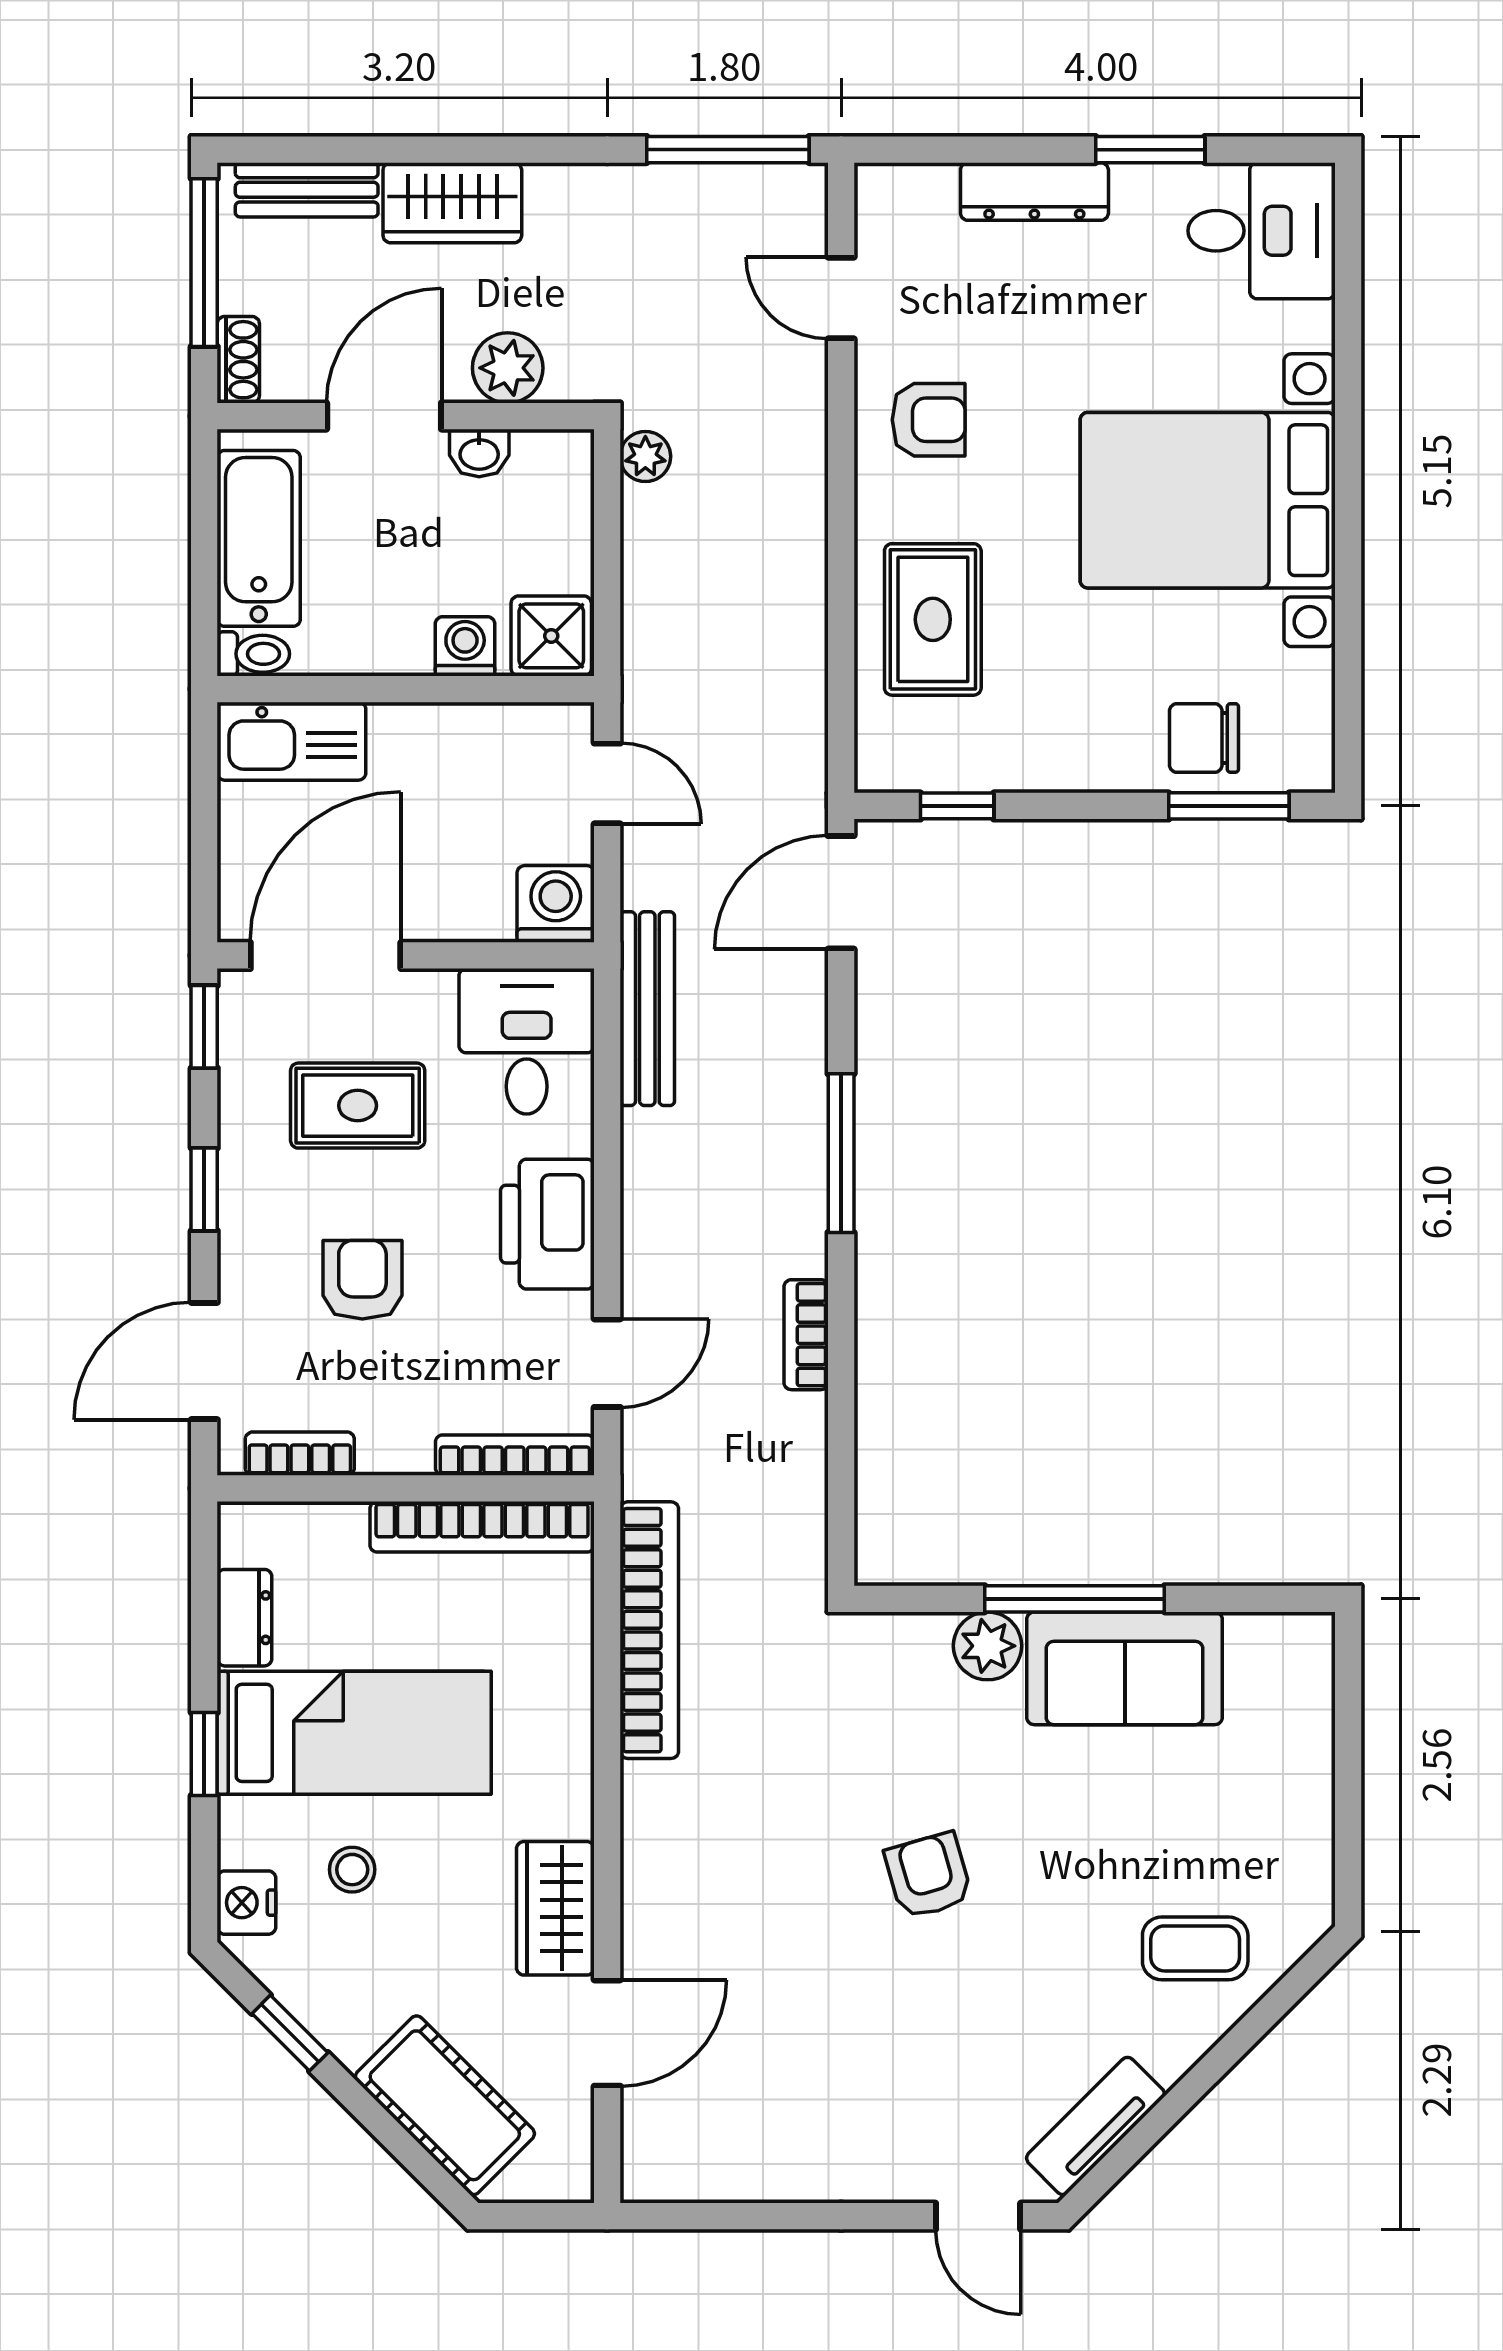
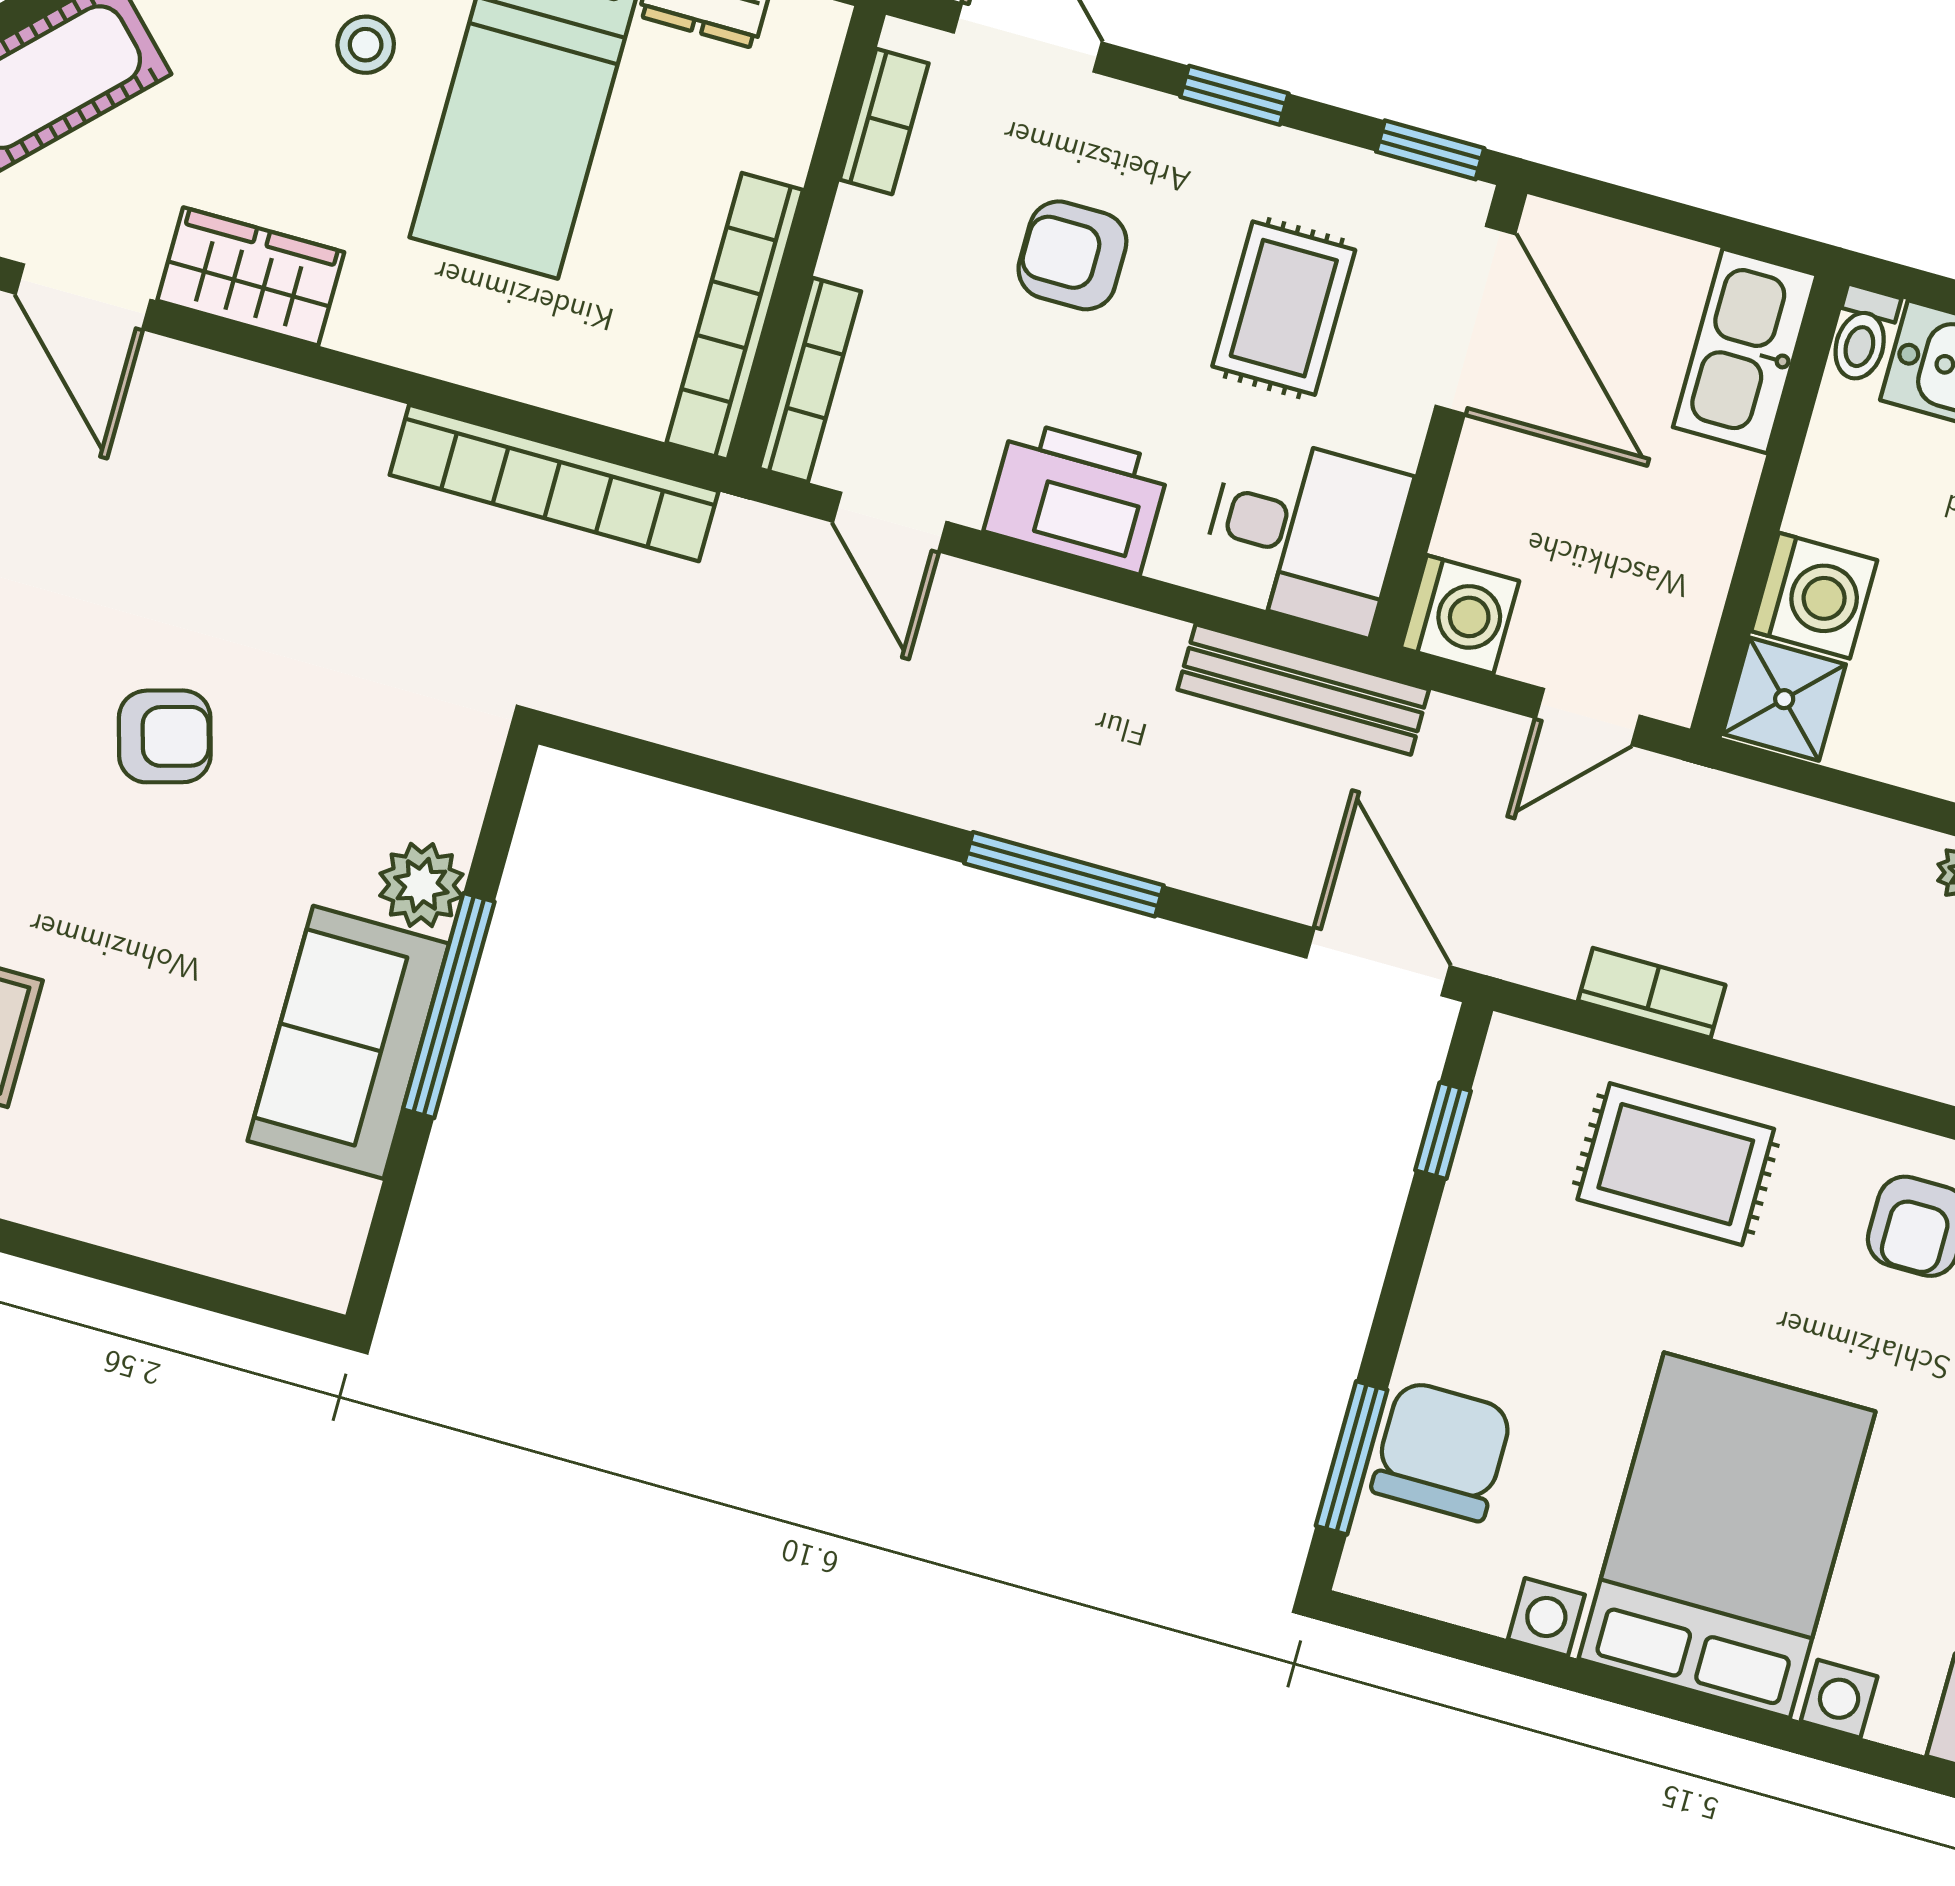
washing machine: (465, 646) -> (1814, 596), width x1.38, depth x1.38
chair: (1204, 738) -> (1442, 1451), width x1.37, depth x1.37
armchair: (362, 1280) -> (1072, 255), turned 180
bookcase: (806, 1335) -> (1652, 993), moved

